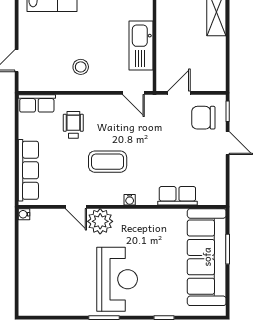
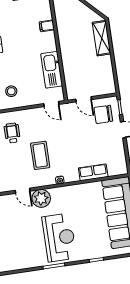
door: (179, 93) -> (84, 99), swing flipped
coffee table: (108, 162) -> (40, 155), turned 90

